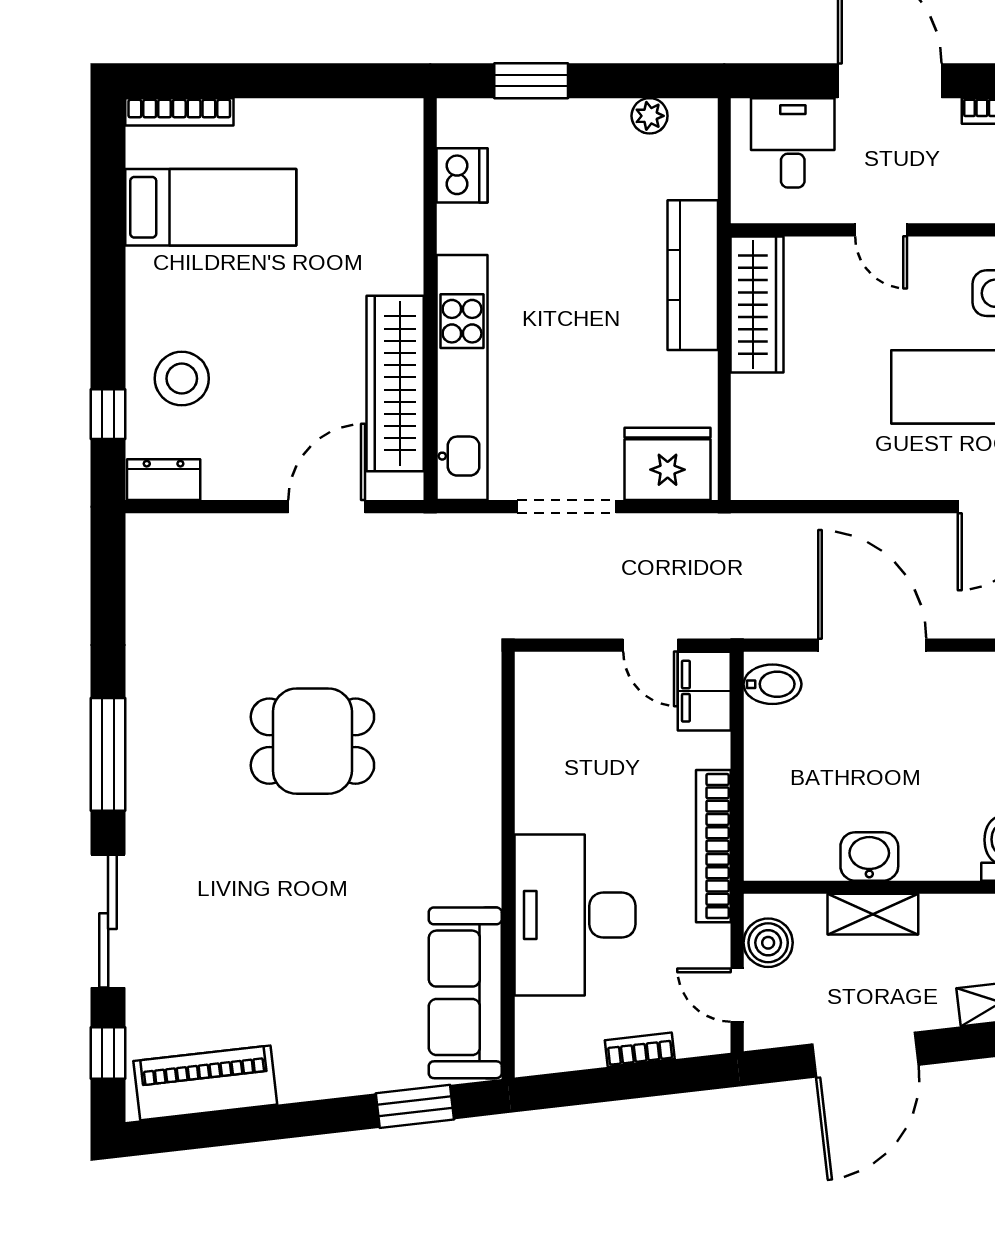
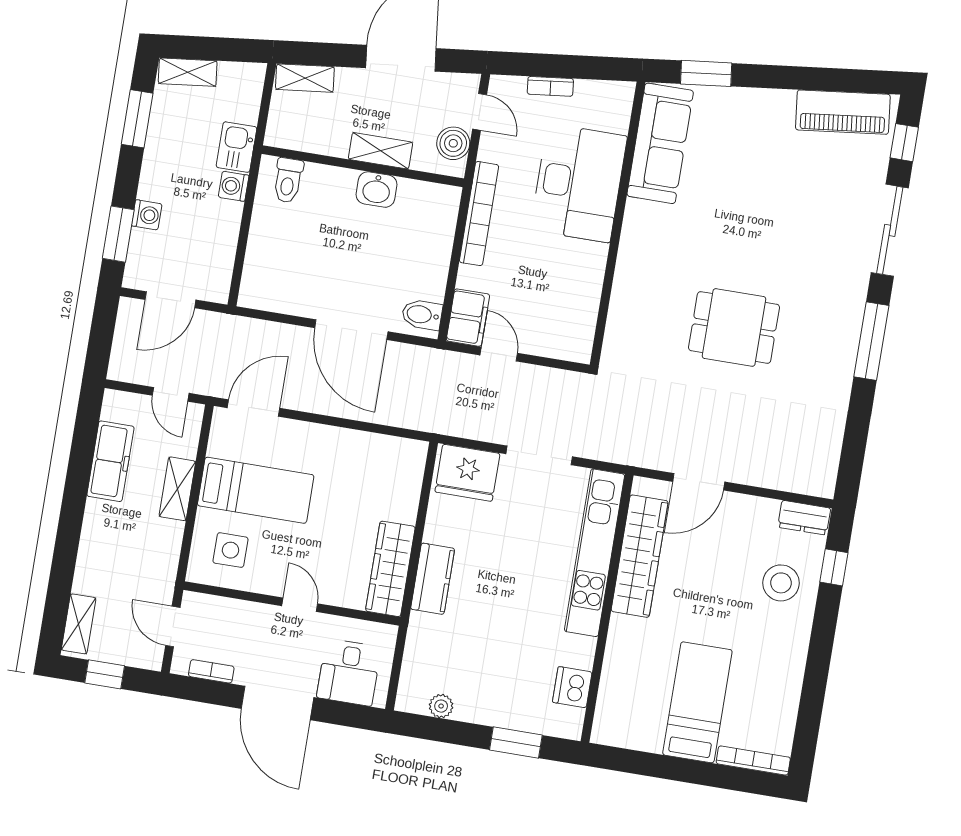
bed: (211, 207) -> (697, 702), moved, turned 90
kitchen counter: (693, 275) -> (433, 579), width x0.67

